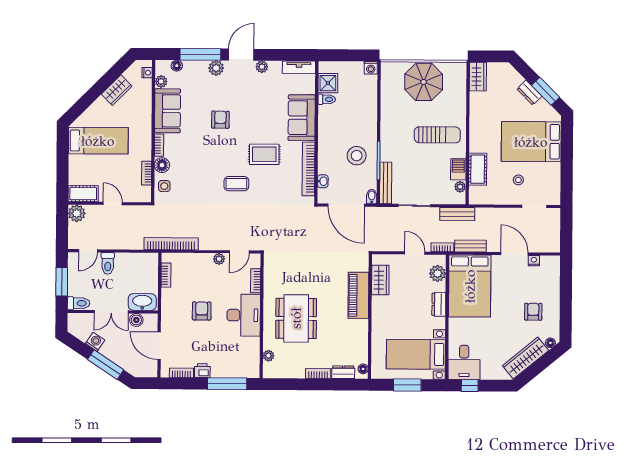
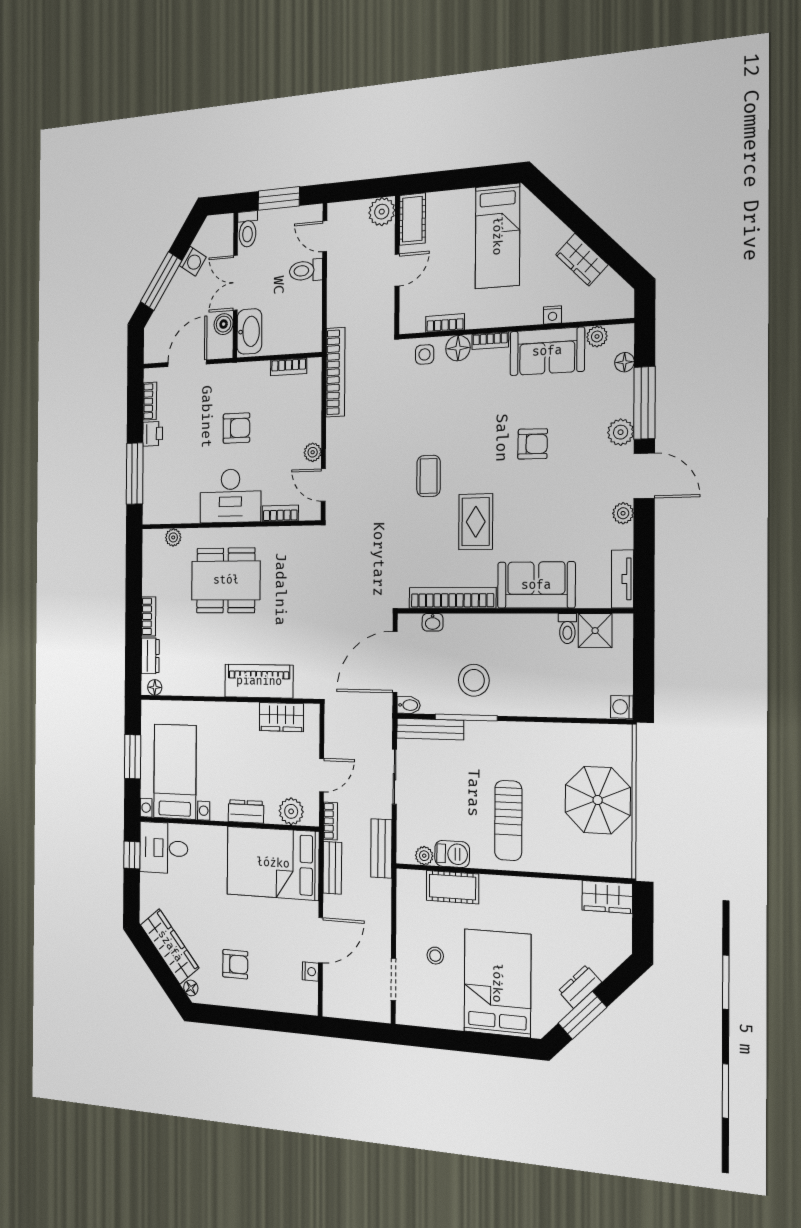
nightstand: (147, 73) -> (553, 315), moved

